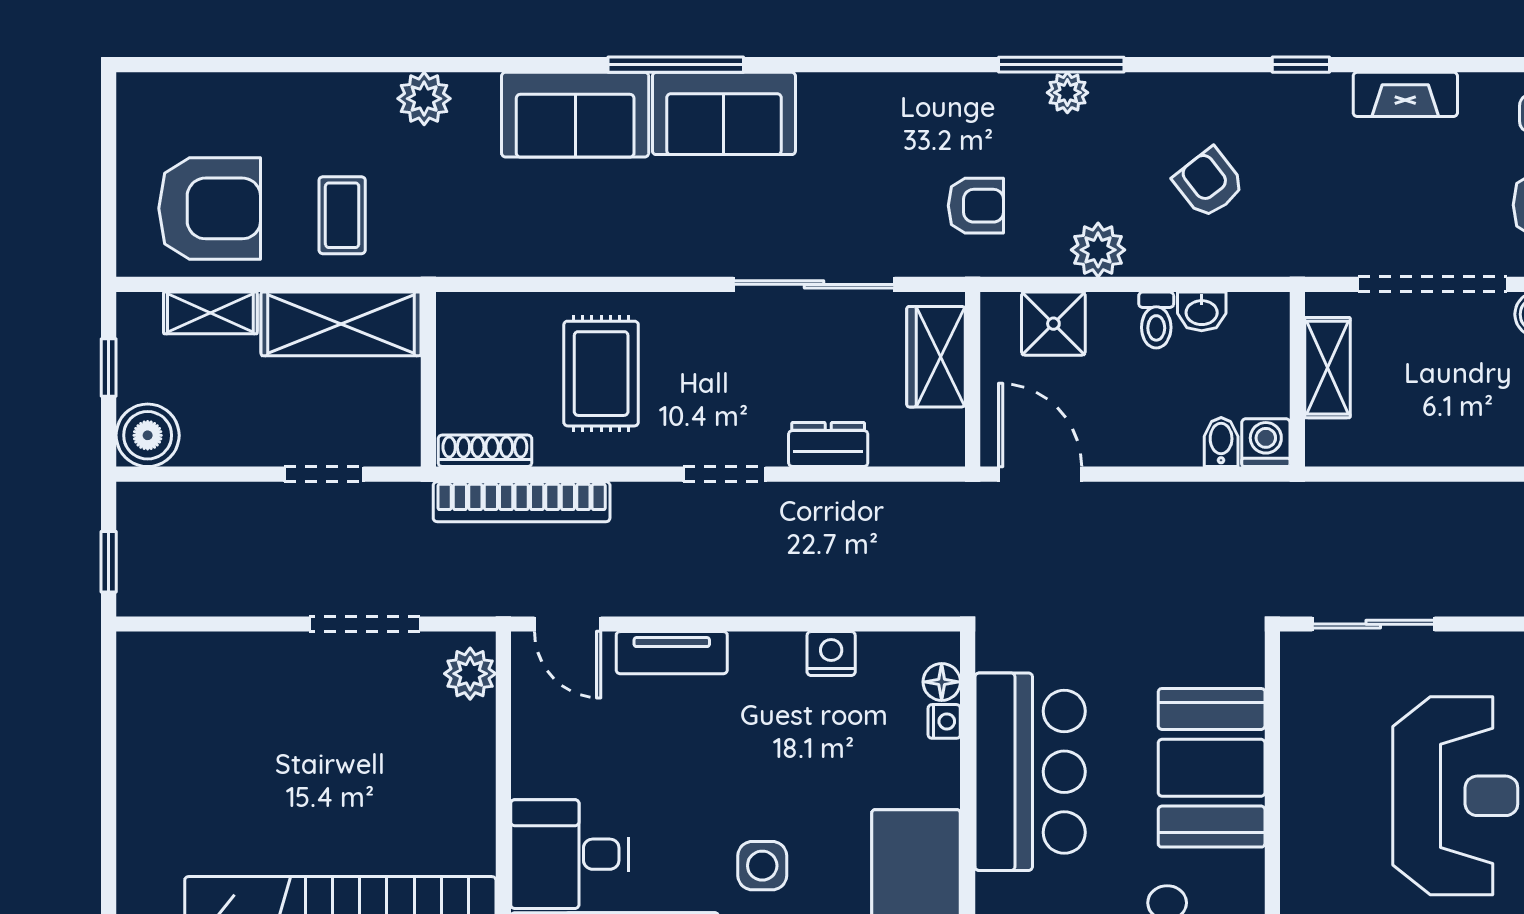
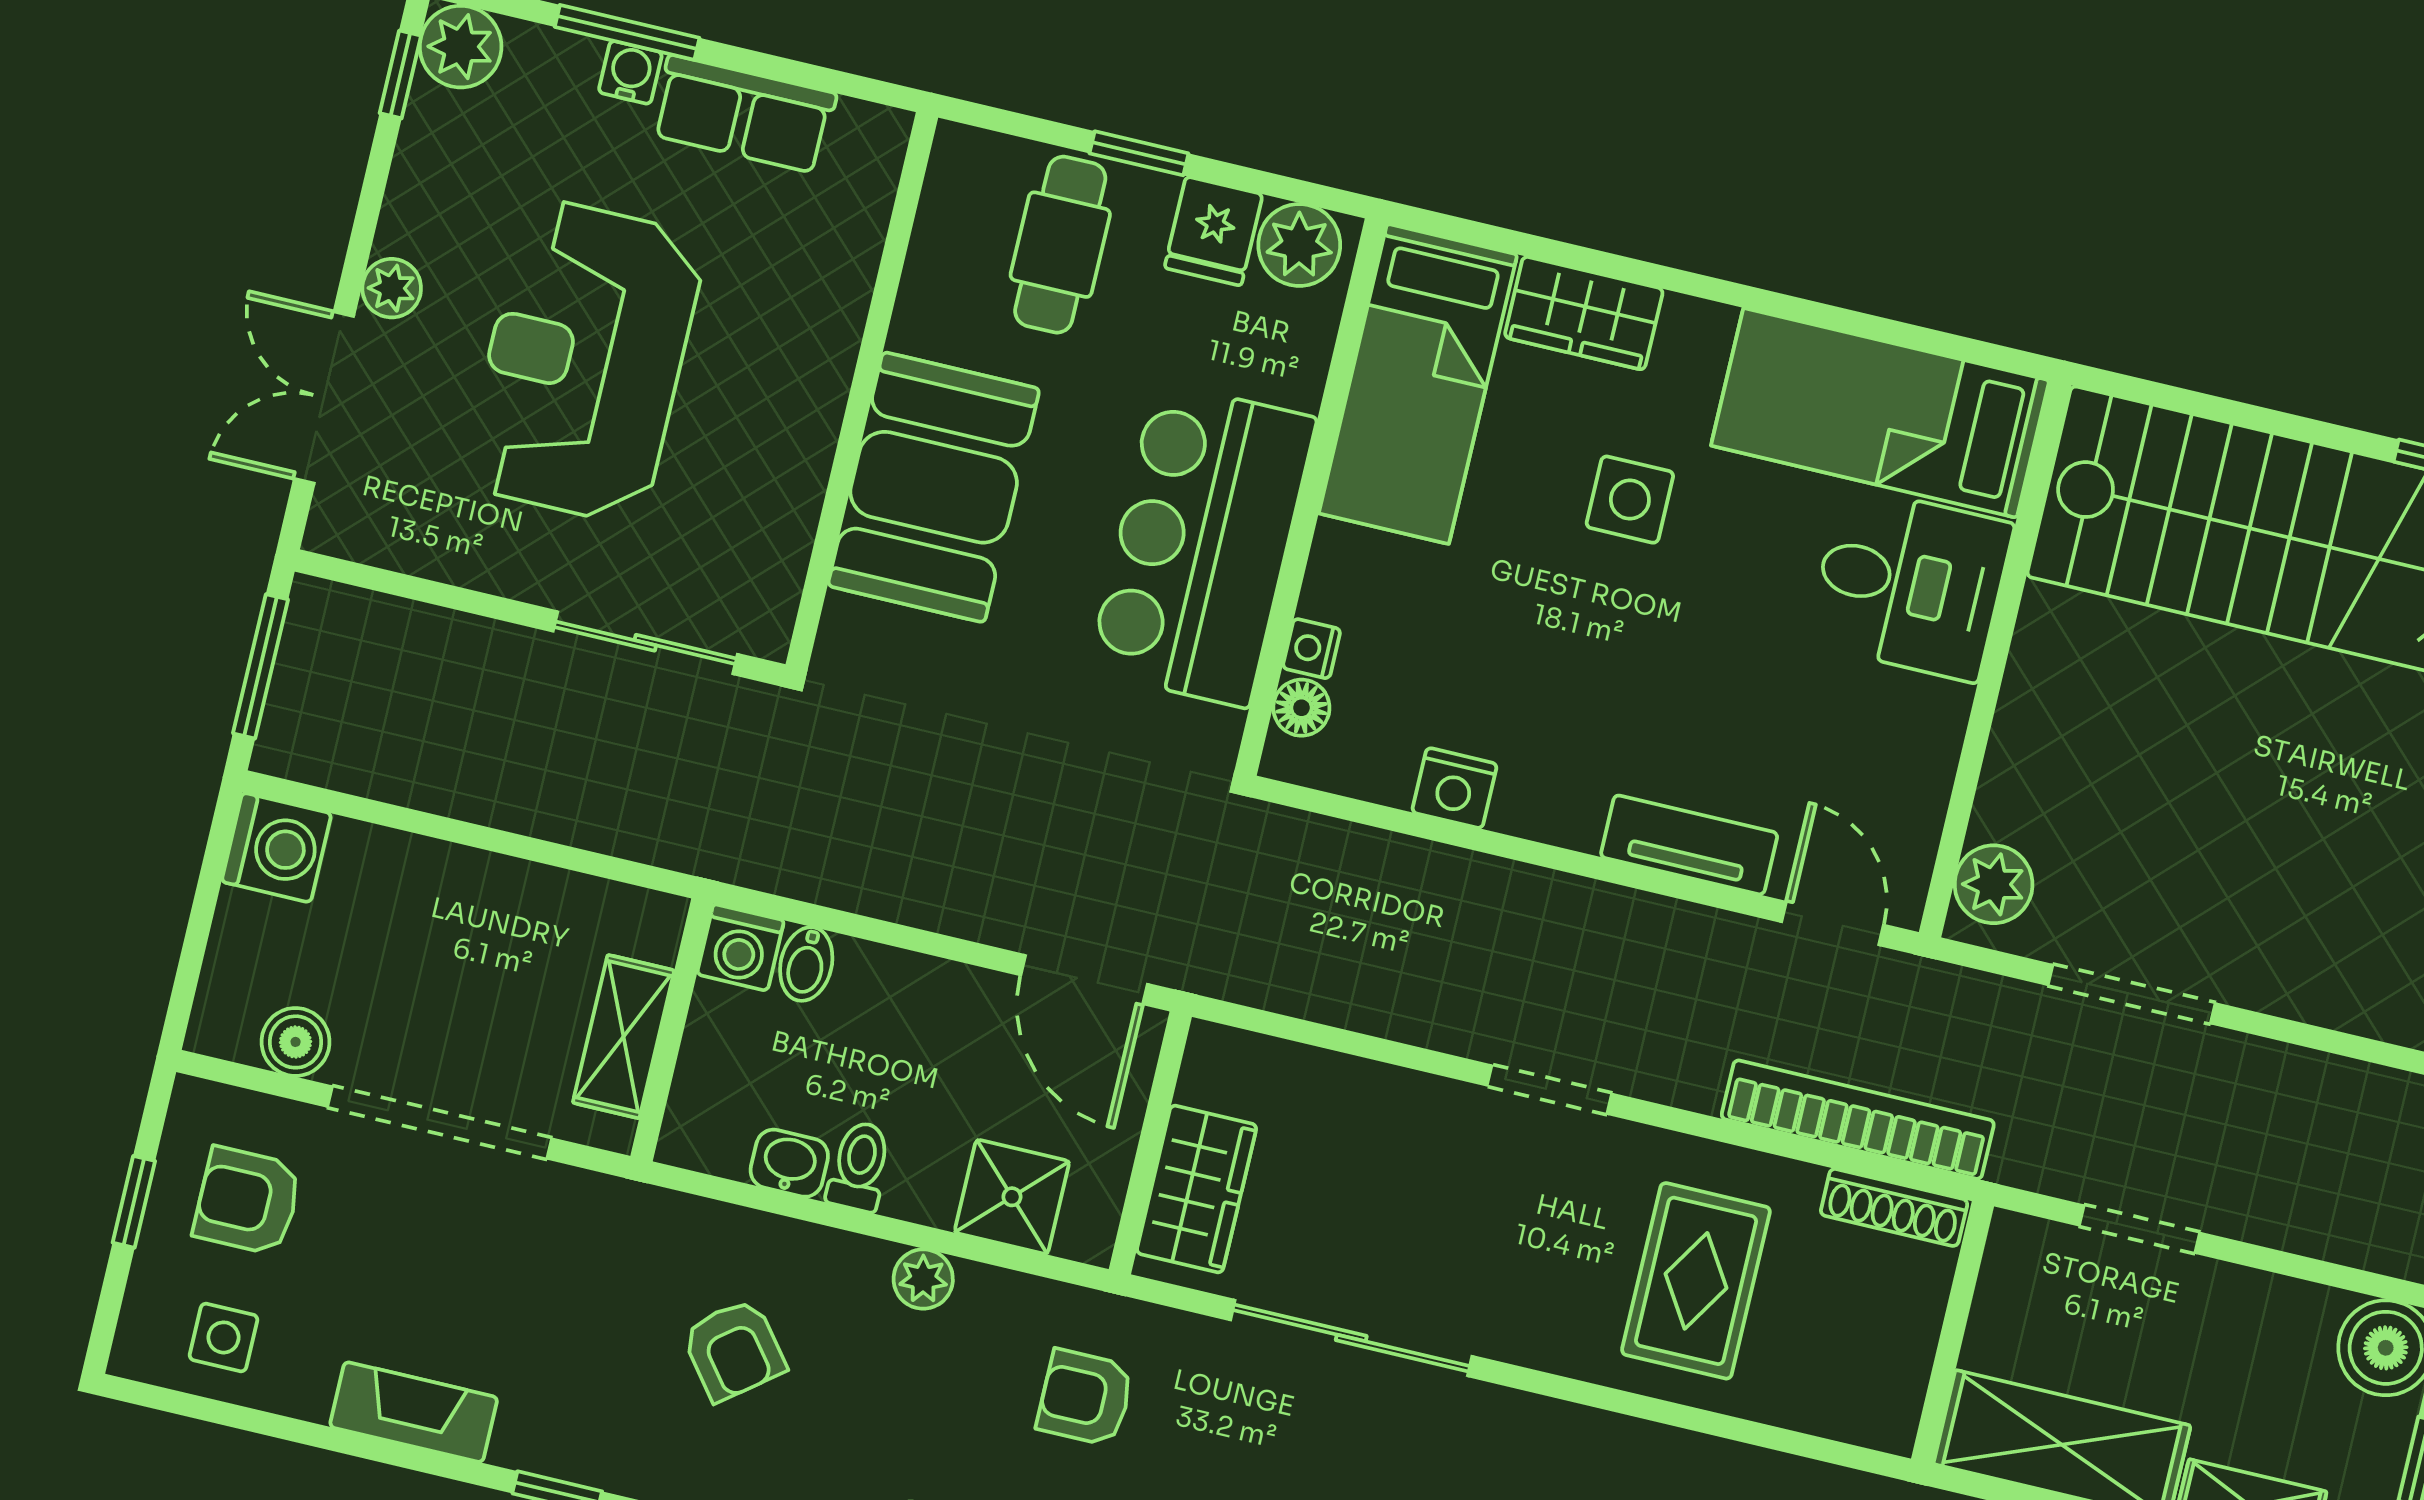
plant: (1098, 250) -> (923, 1279), width x0.73, depth x0.73
dresser: (828, 445) -> (1386, 1097), removed

